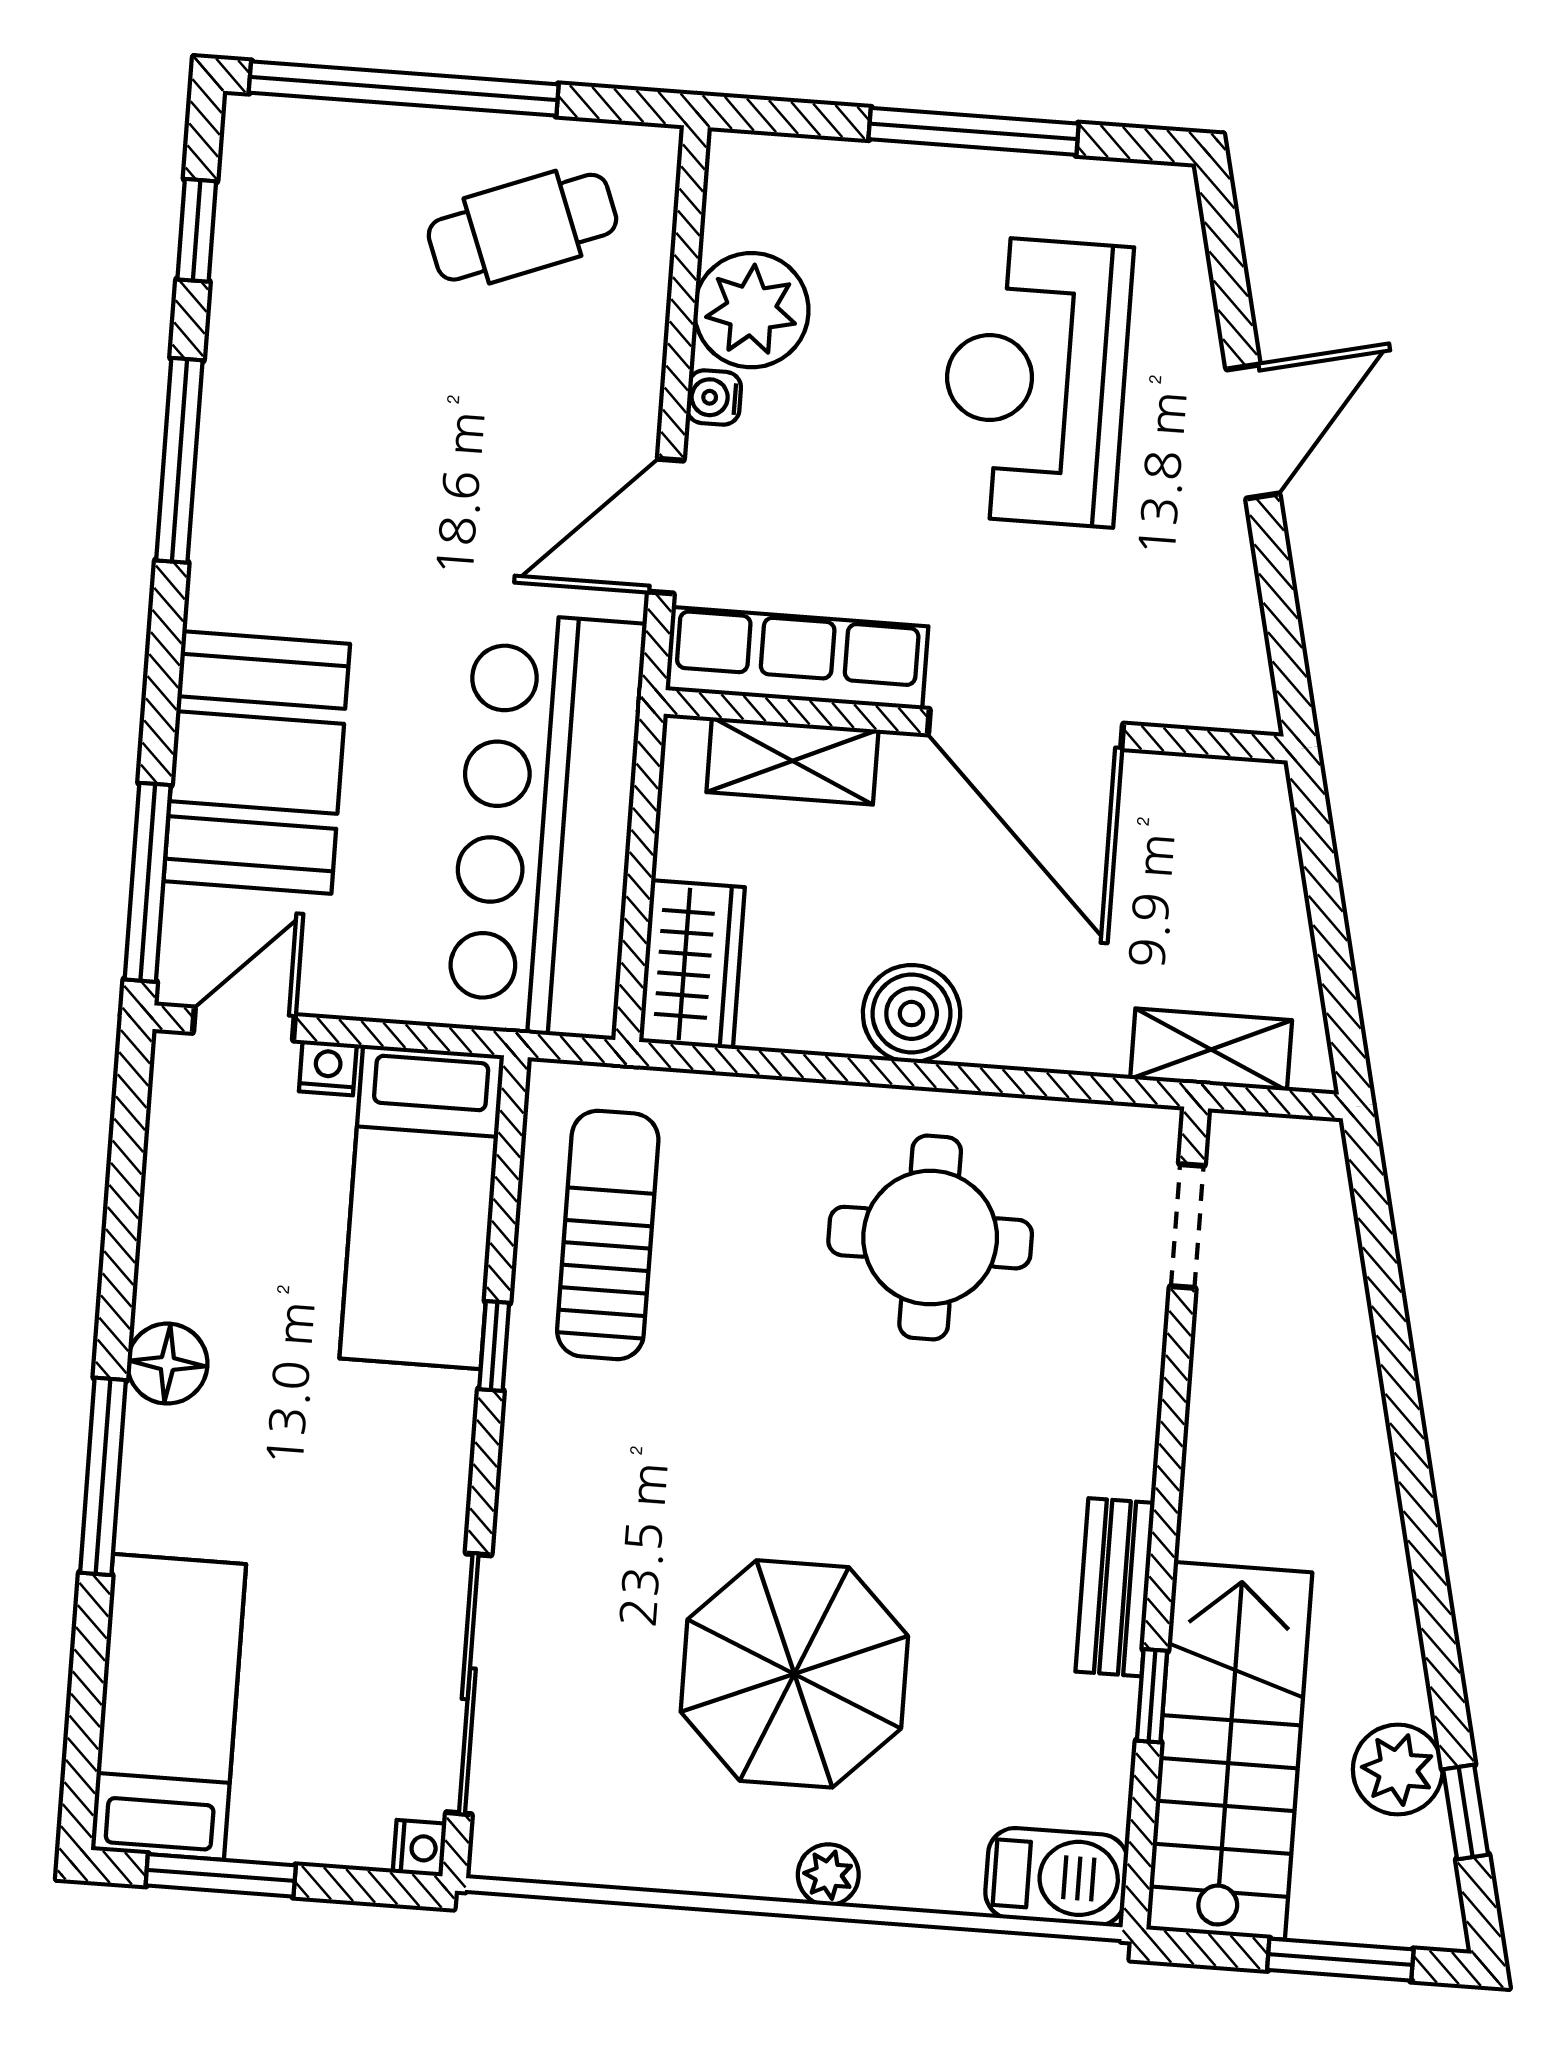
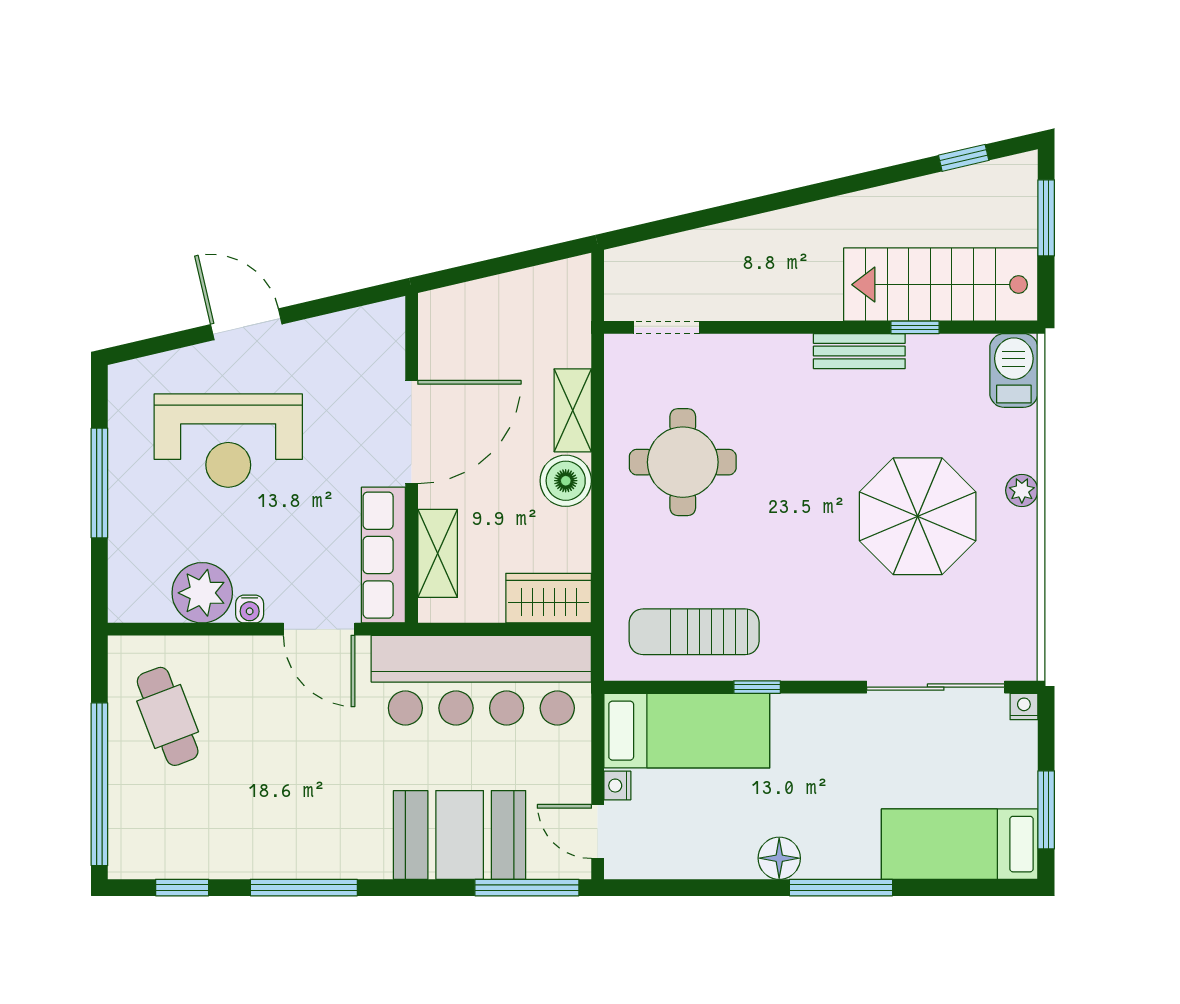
shelving: (1211, 1049) -> (573, 410), moved
plant: (1398, 1770) -> (944, 195), removed

